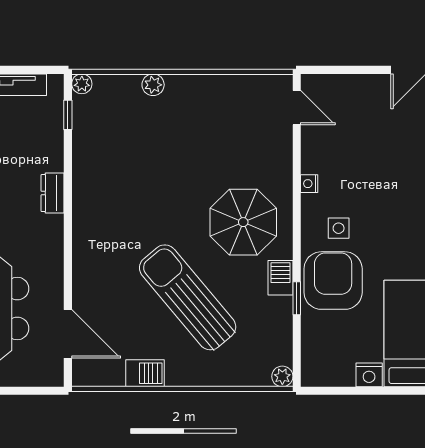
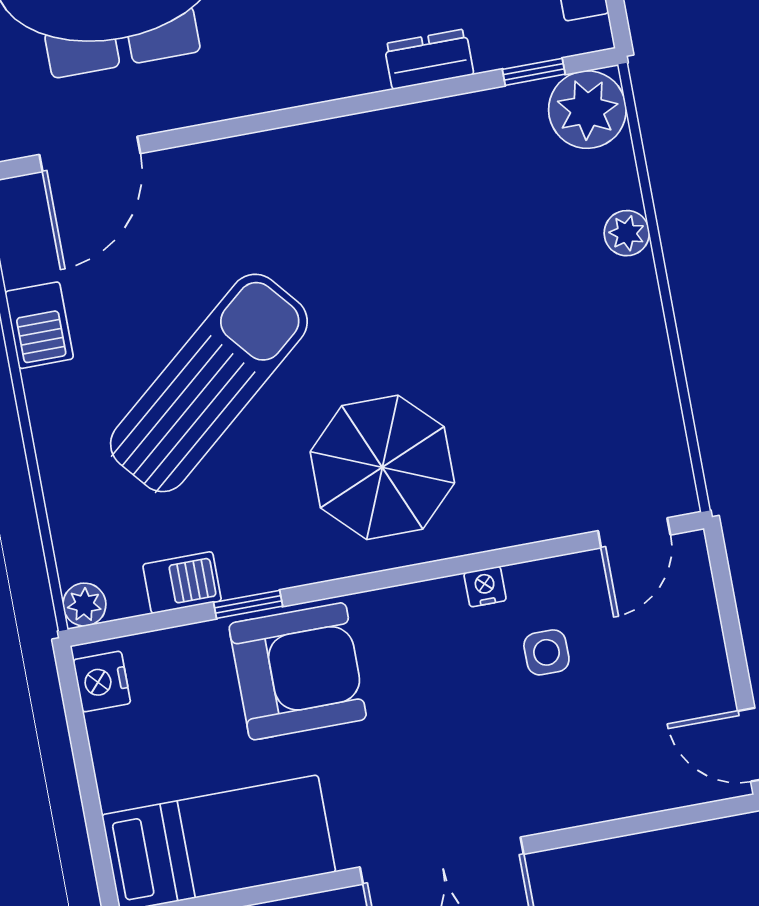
plant: (82, 84) -> (587, 110), width x1.88, depth x1.88
dresser: (53, 193) -> (429, 59), moved
side table: (339, 228) -> (546, 652), moved
barbecue: (280, 278) -> (182, 583), moved
nightstand: (369, 375) -> (102, 682), moved

